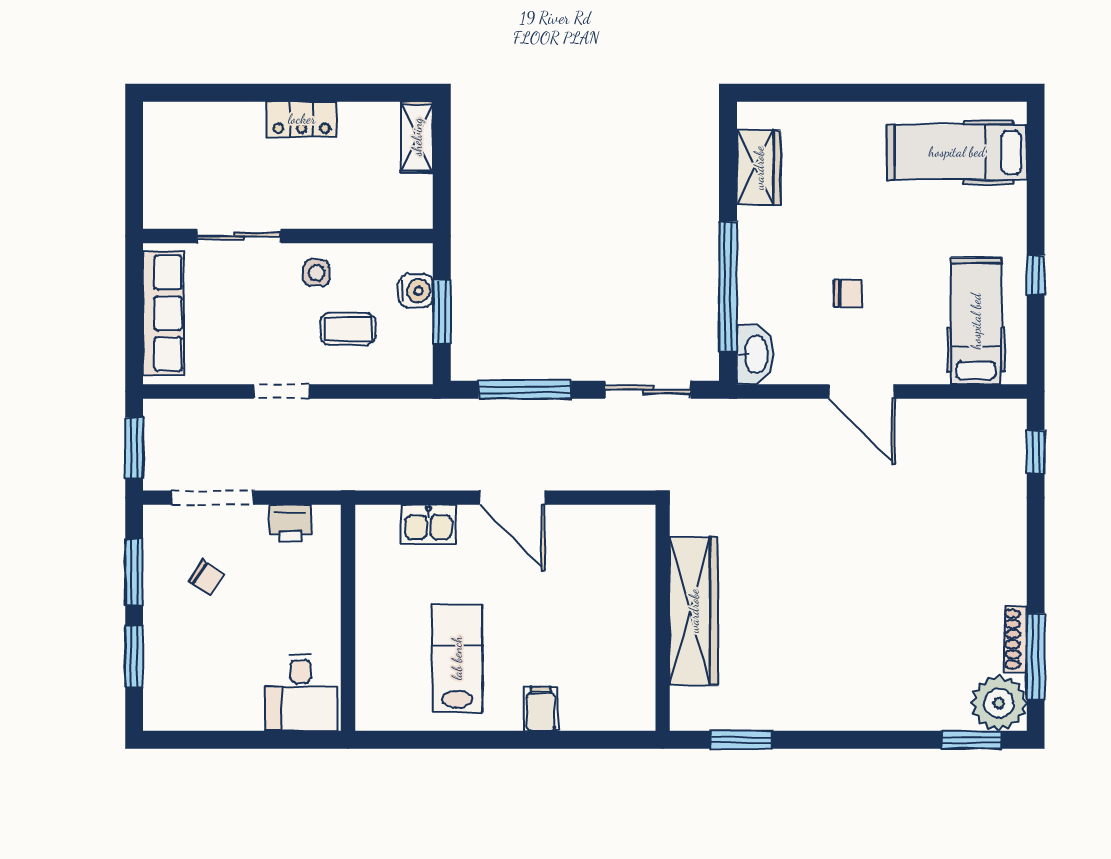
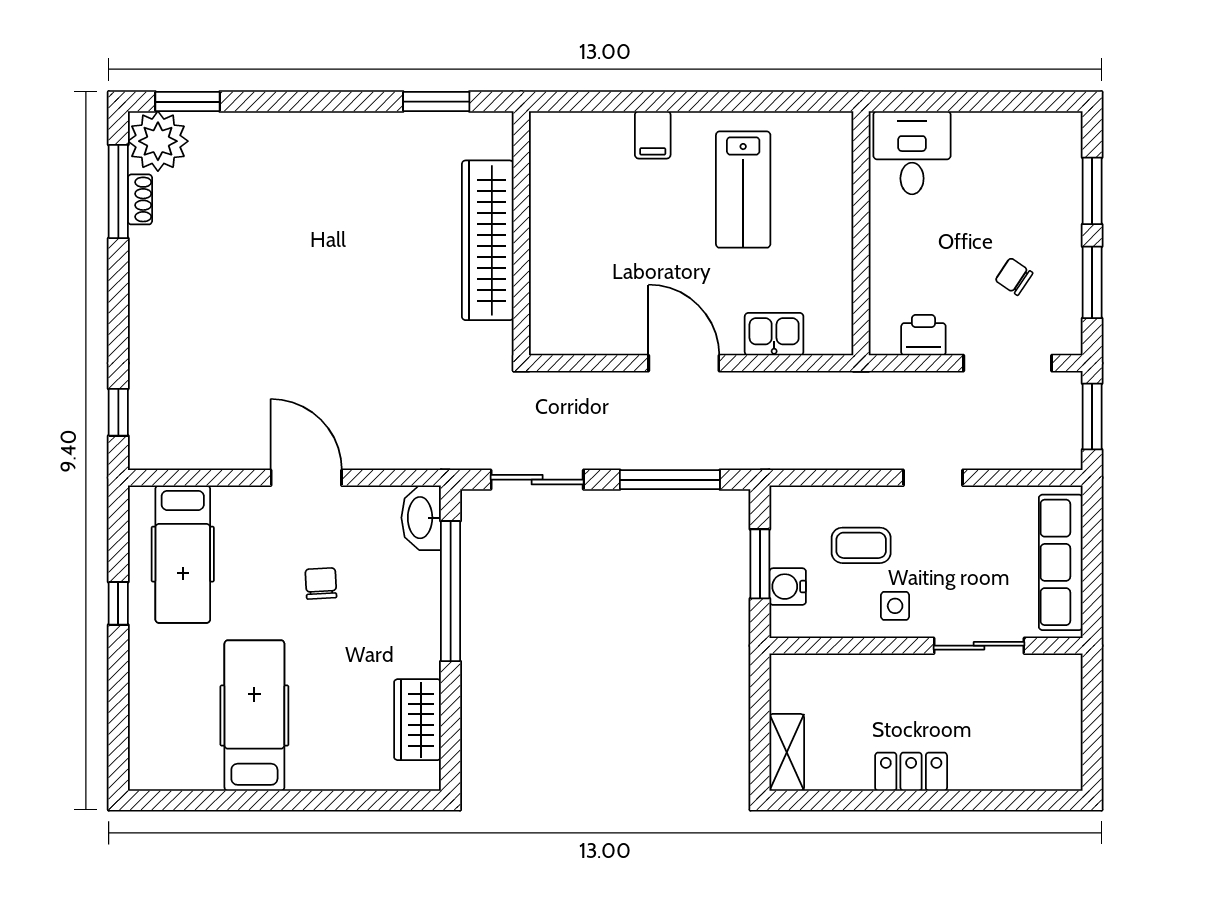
hospital bed: (957, 152) -> (254, 716), moved, turned -90
chair: (848, 294) -> (321, 584), turned 87
shoe rack: (1016, 639) -> (140, 199), width x0.70

